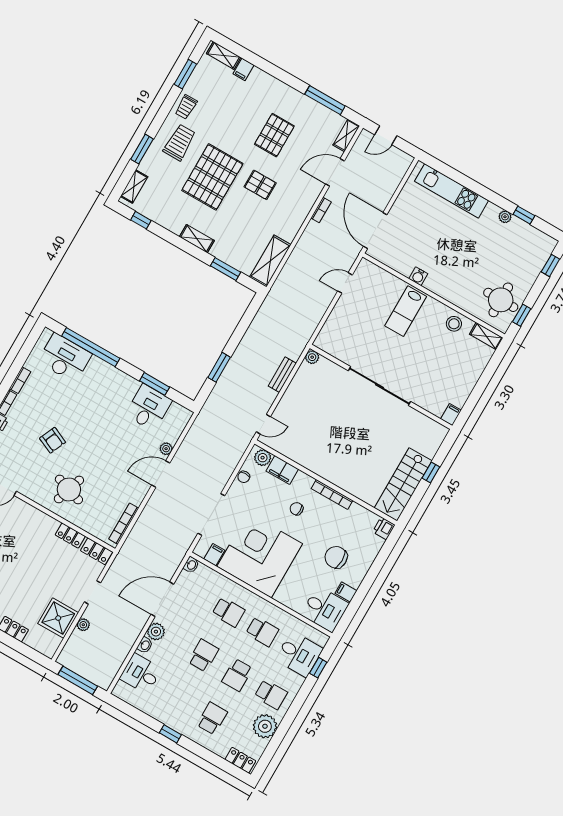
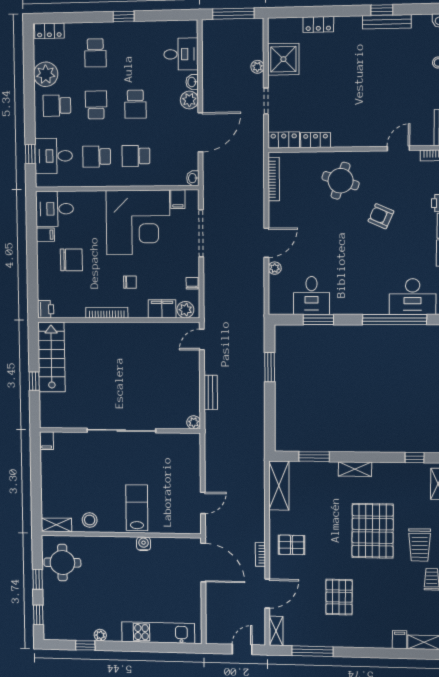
pallet: (260, 185) -> (291, 545), moved
window: (522, 315) -> (38, 579), moved

